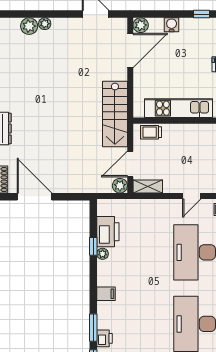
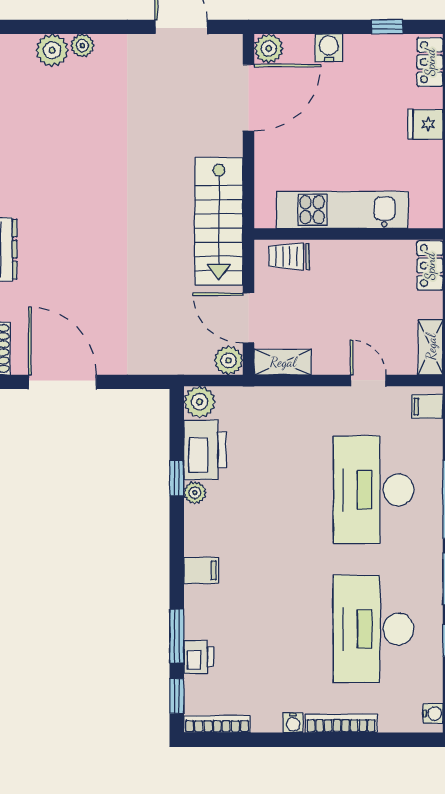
door: (130, 164) -> (249, 318), hinge flipped
door: (192, 196) -> (368, 380), swing flipped
plant: (105, 207) -> (200, 402), added

